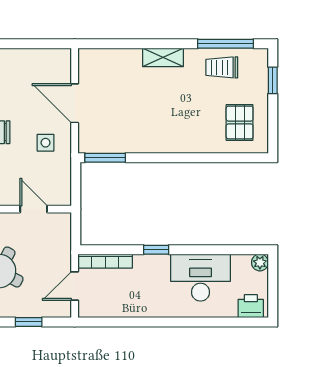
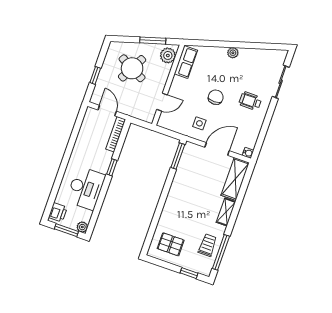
water cooler: (64, 55) -> (248, 153), added
shelving: (109, 61) -> (235, 179), added
window: (273, 284) -> (66, 230), added

